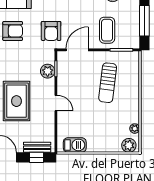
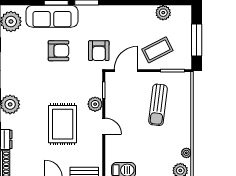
coffee table: (107, 30) -> (157, 50), turned 63
plant: (48, 71) -> (95, 104), moved

